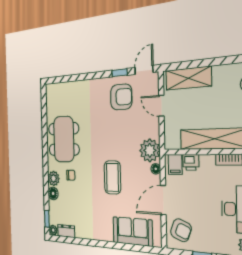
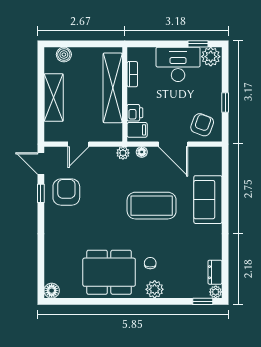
shelving: (188, 78) -> (54, 98), moved
plant: (150, 150) -> (123, 153), width x0.53, depth x0.53
coffee table: (112, 177) -> (152, 206), width x1.36, depth x1.32
floor lamp: (53, 193) -> (52, 291), moved
sofa: (132, 231) -> (208, 200), moved

